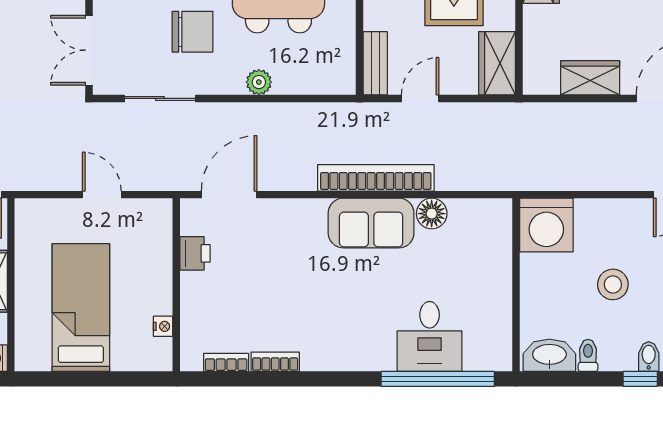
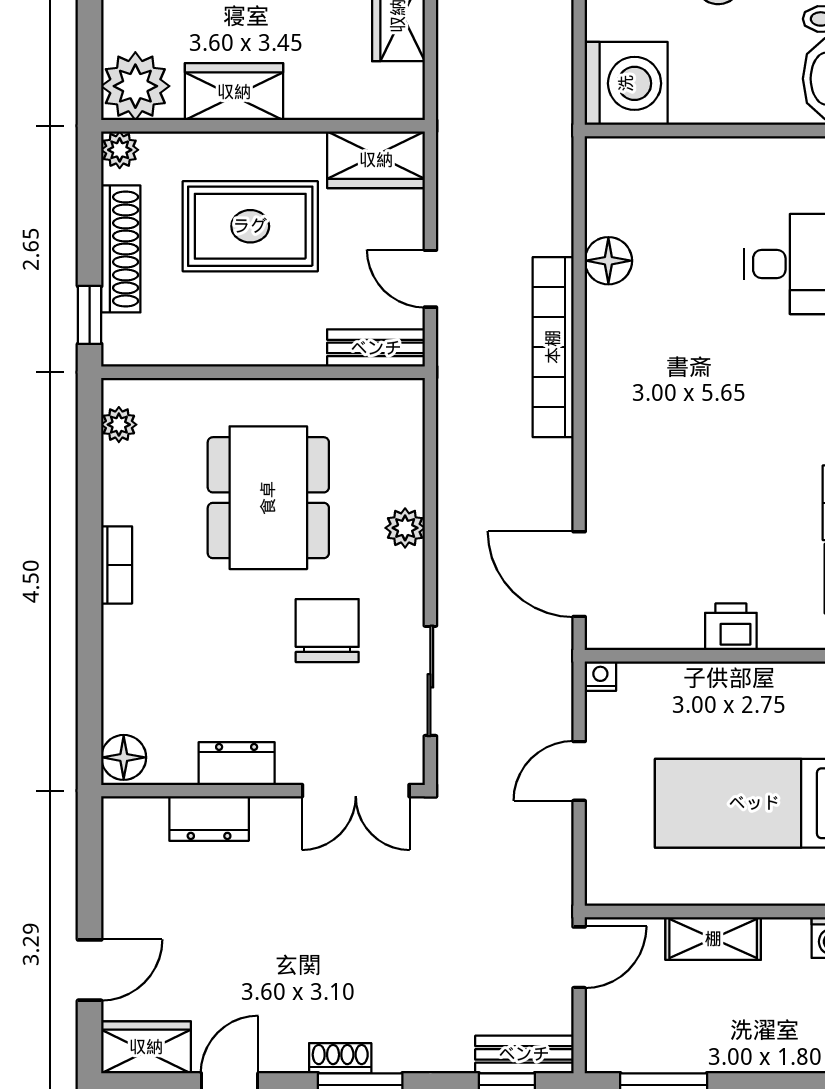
sofa: (371, 223) -> (623, 354), removed
printer: (195, 253) -> (731, 627), moved
nightstand: (163, 326) -> (600, 676), moved

